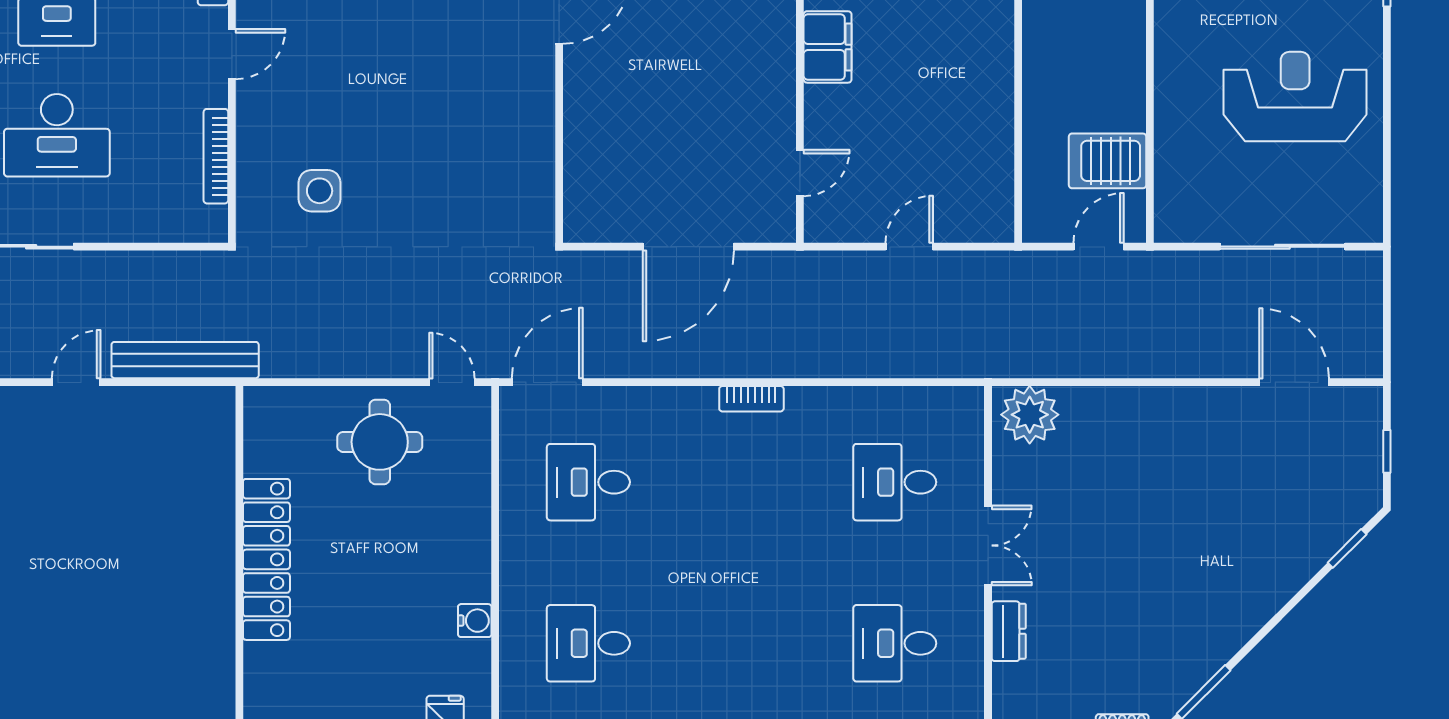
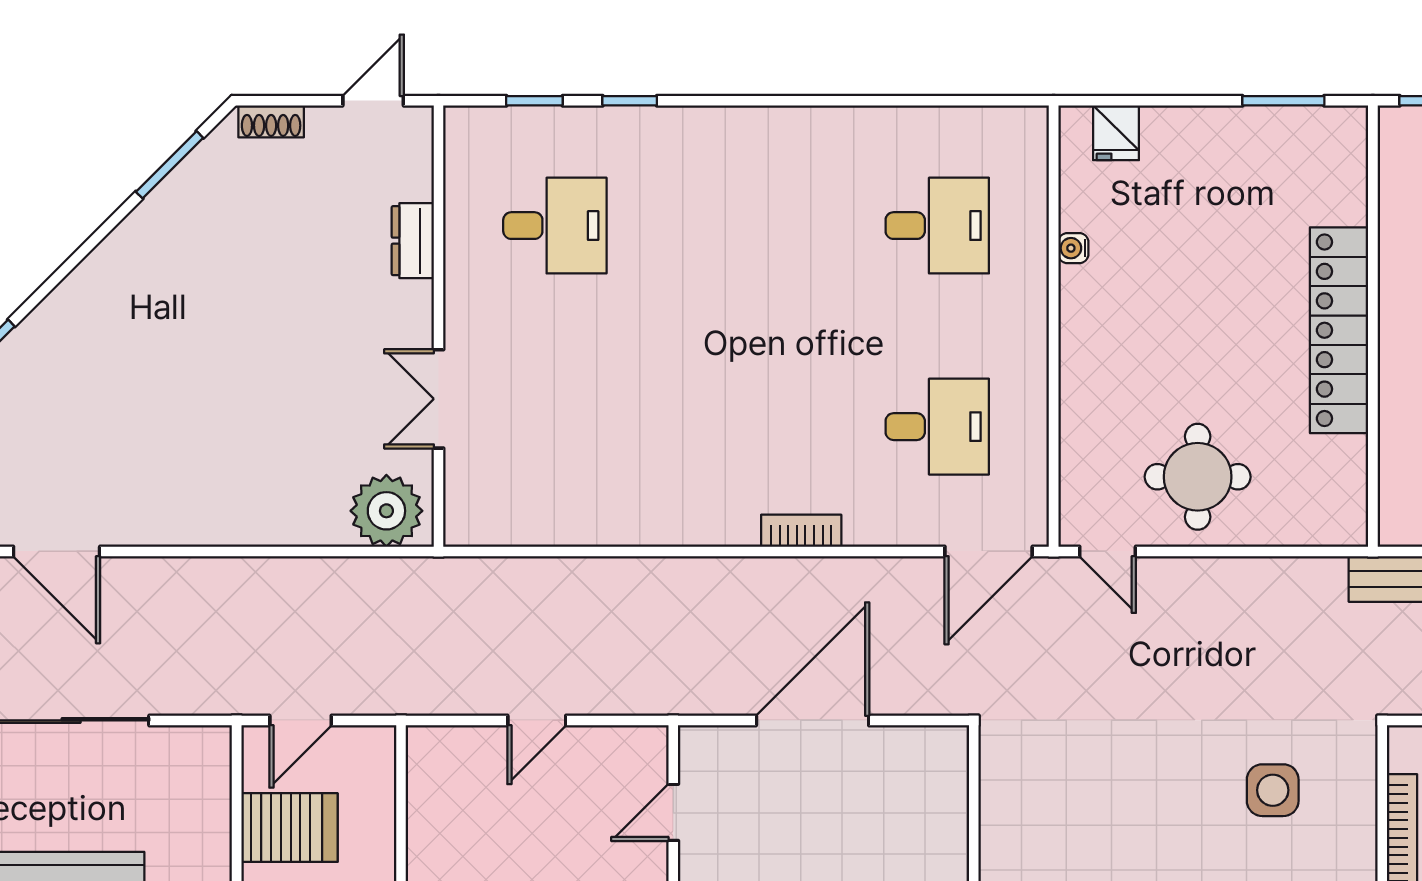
bookcase: (751, 399) -> (801, 531), moved
desk: (895, 482) -> (555, 427), removed
double door: (988, 545) -> (439, 399), moved
water cooler: (475, 621) -> (1073, 248), width x0.72, depth x0.72

